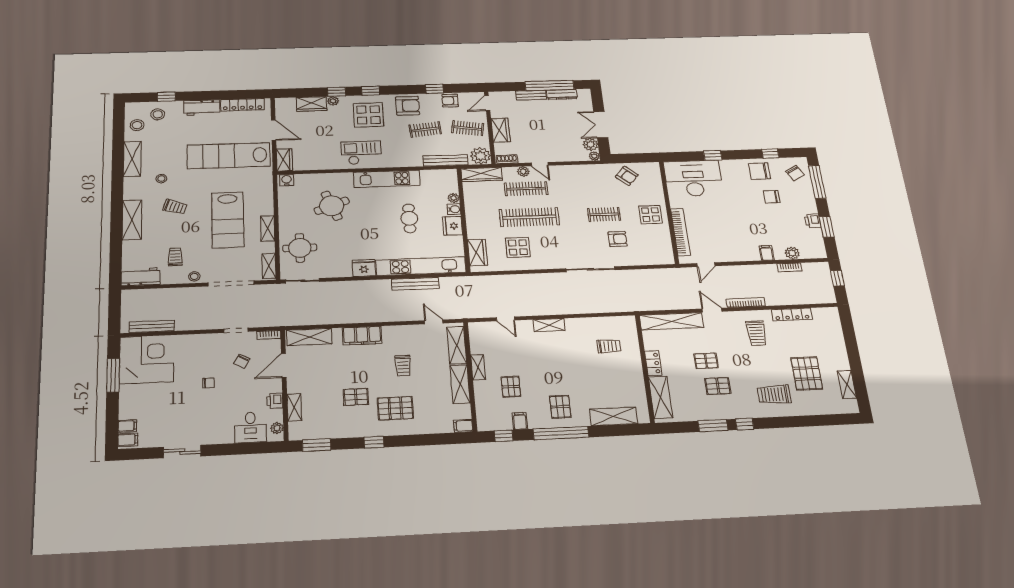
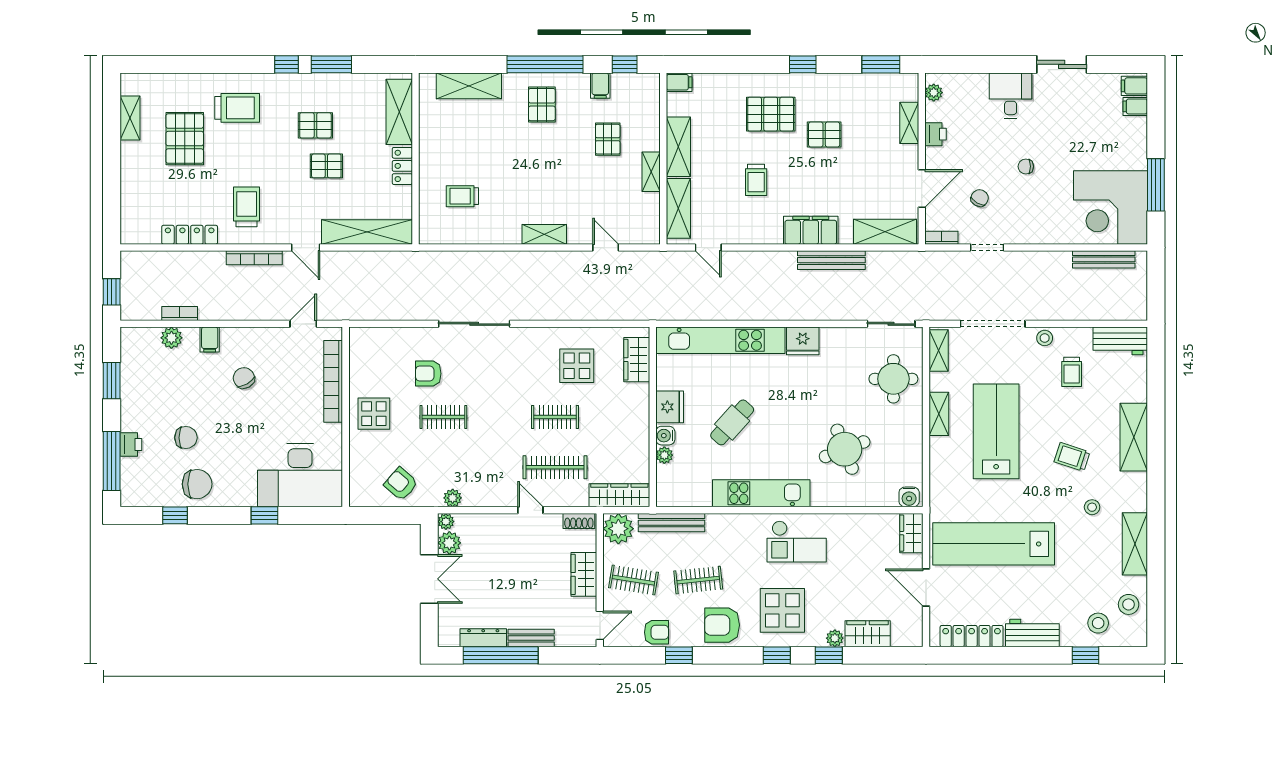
lab bench: (229, 156) -> (994, 544), turned 180
plant: (523, 171) -> (453, 498), moved
chair: (795, 173) -> (244, 378), moved
clothes rail: (529, 217) -> (555, 417), width x0.54, depth x0.76
cafe table: (409, 218) -> (732, 422), turned 42
printer: (813, 221) -> (131, 445), moved
bench: (415, 284) -> (831, 260), moved
trolley: (403, 366) -> (756, 180), turned 180
desk: (250, 427) -> (1011, 96), moved

